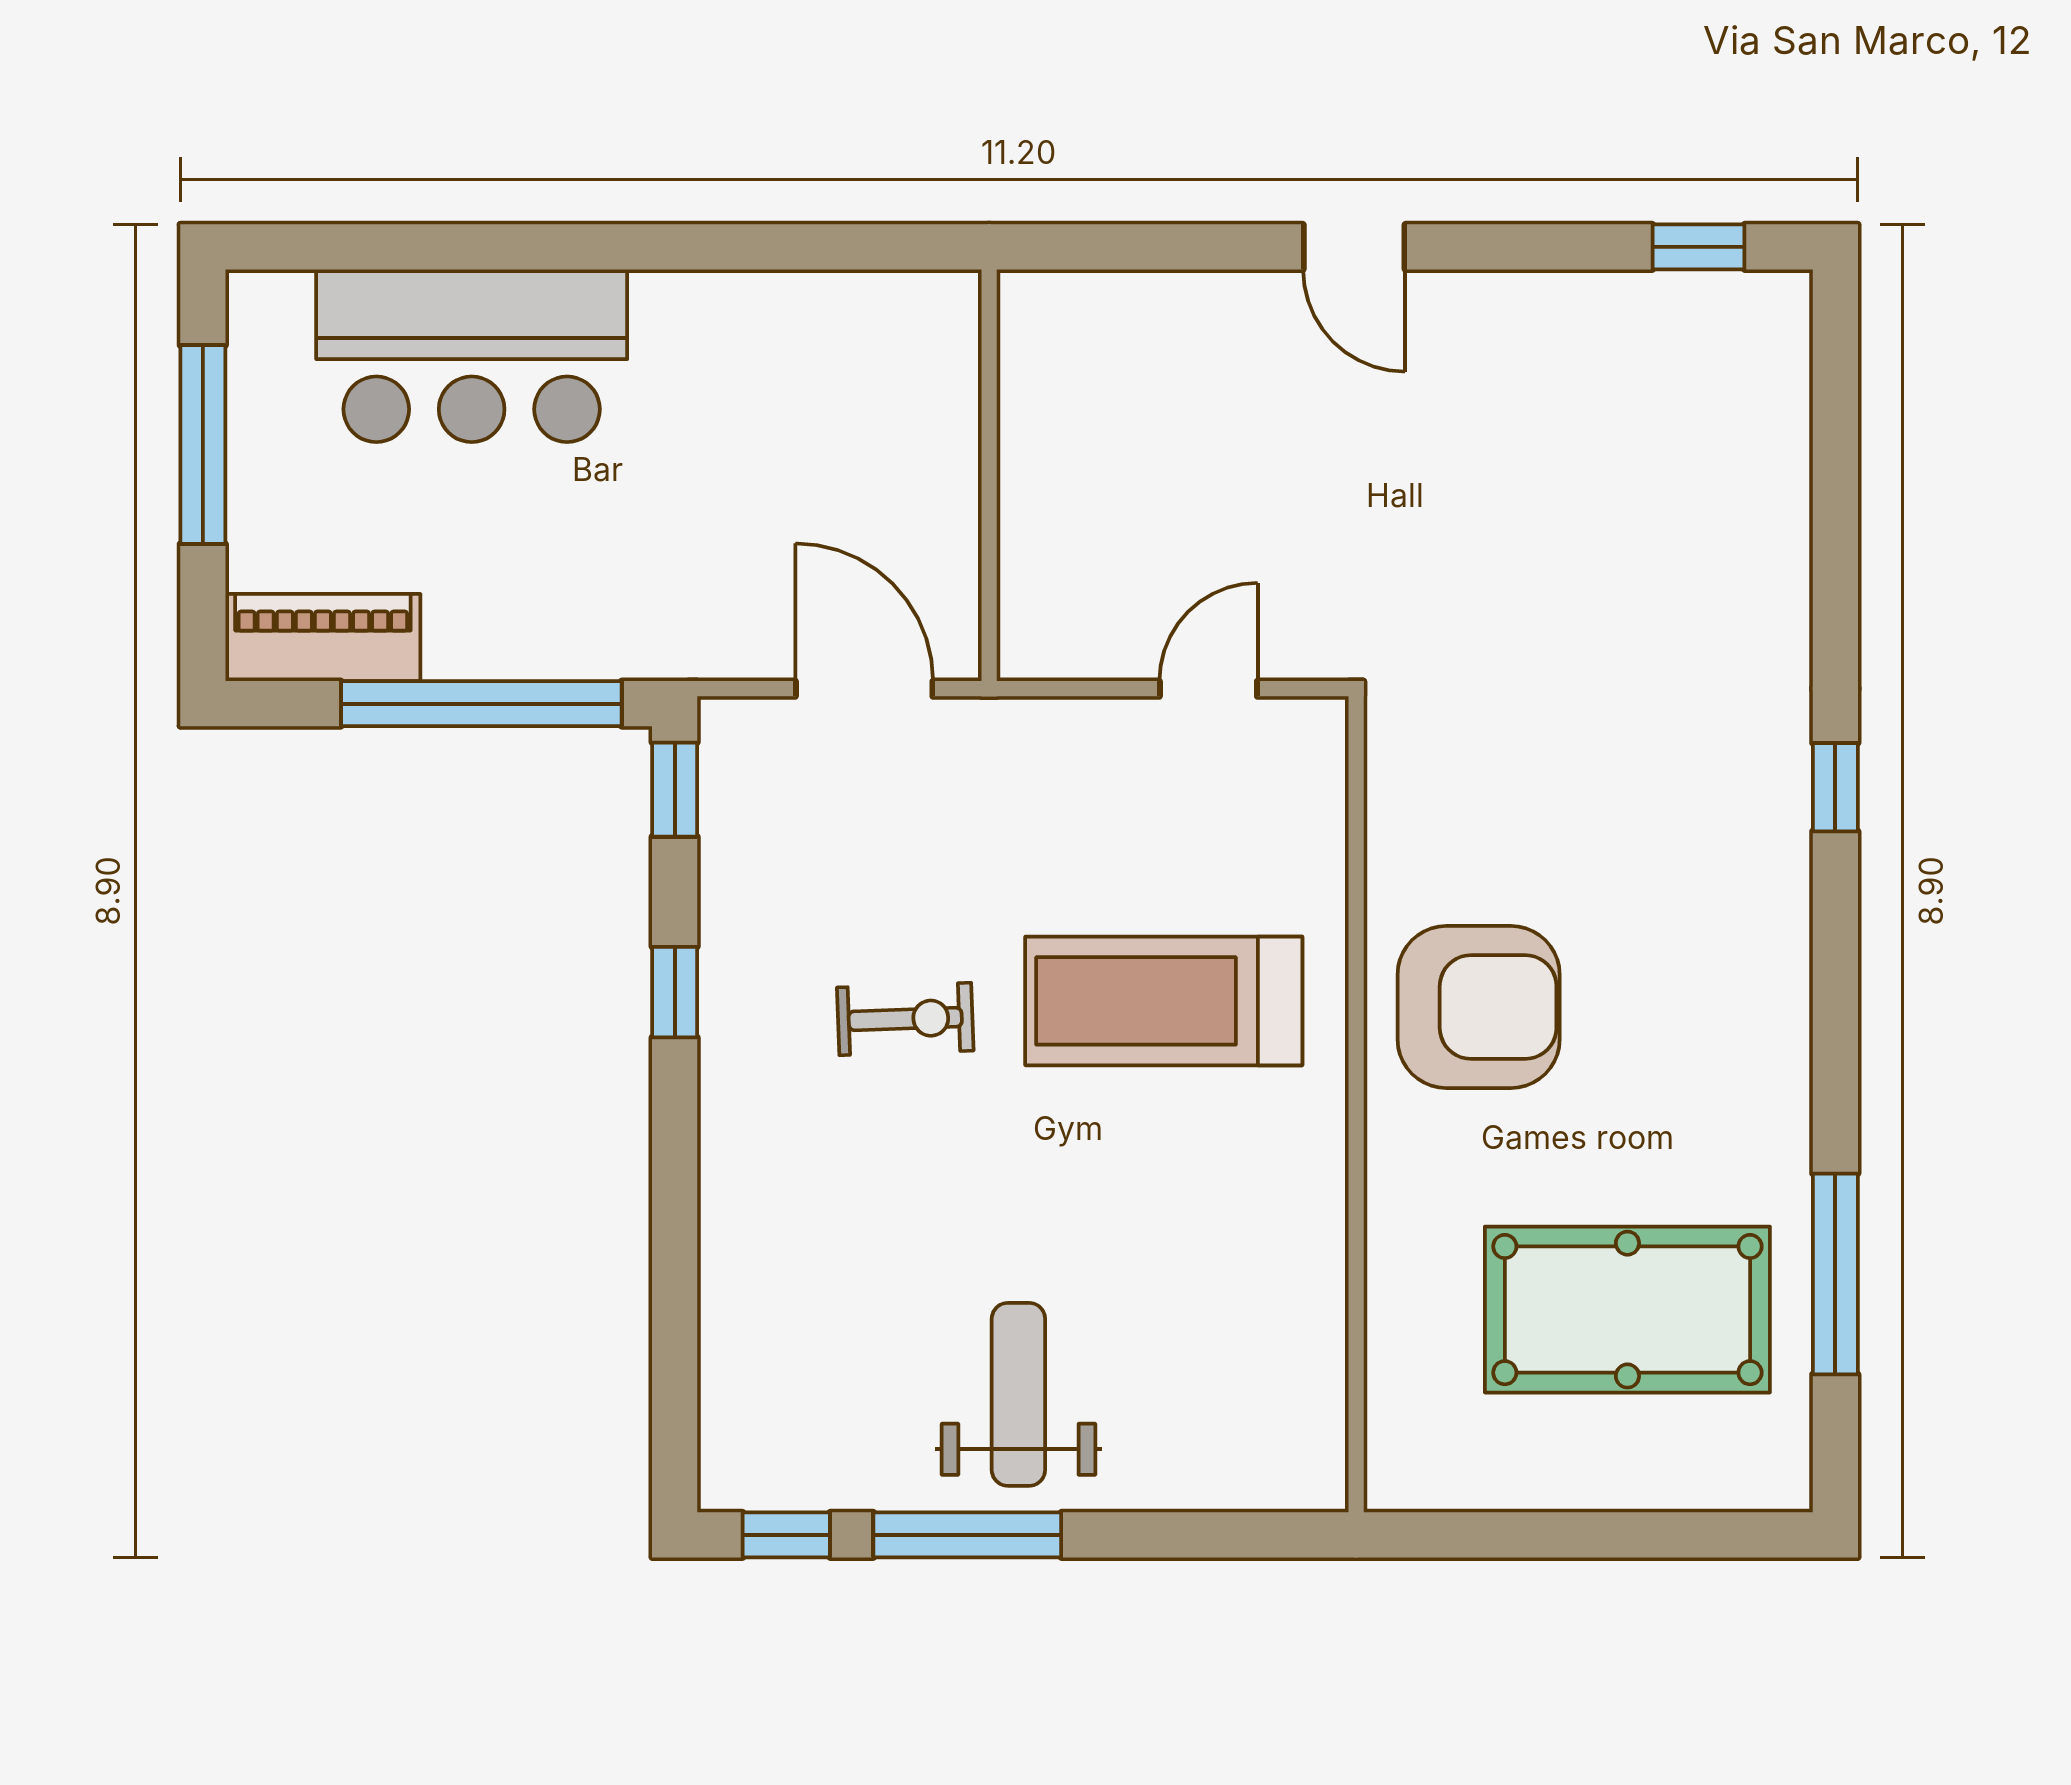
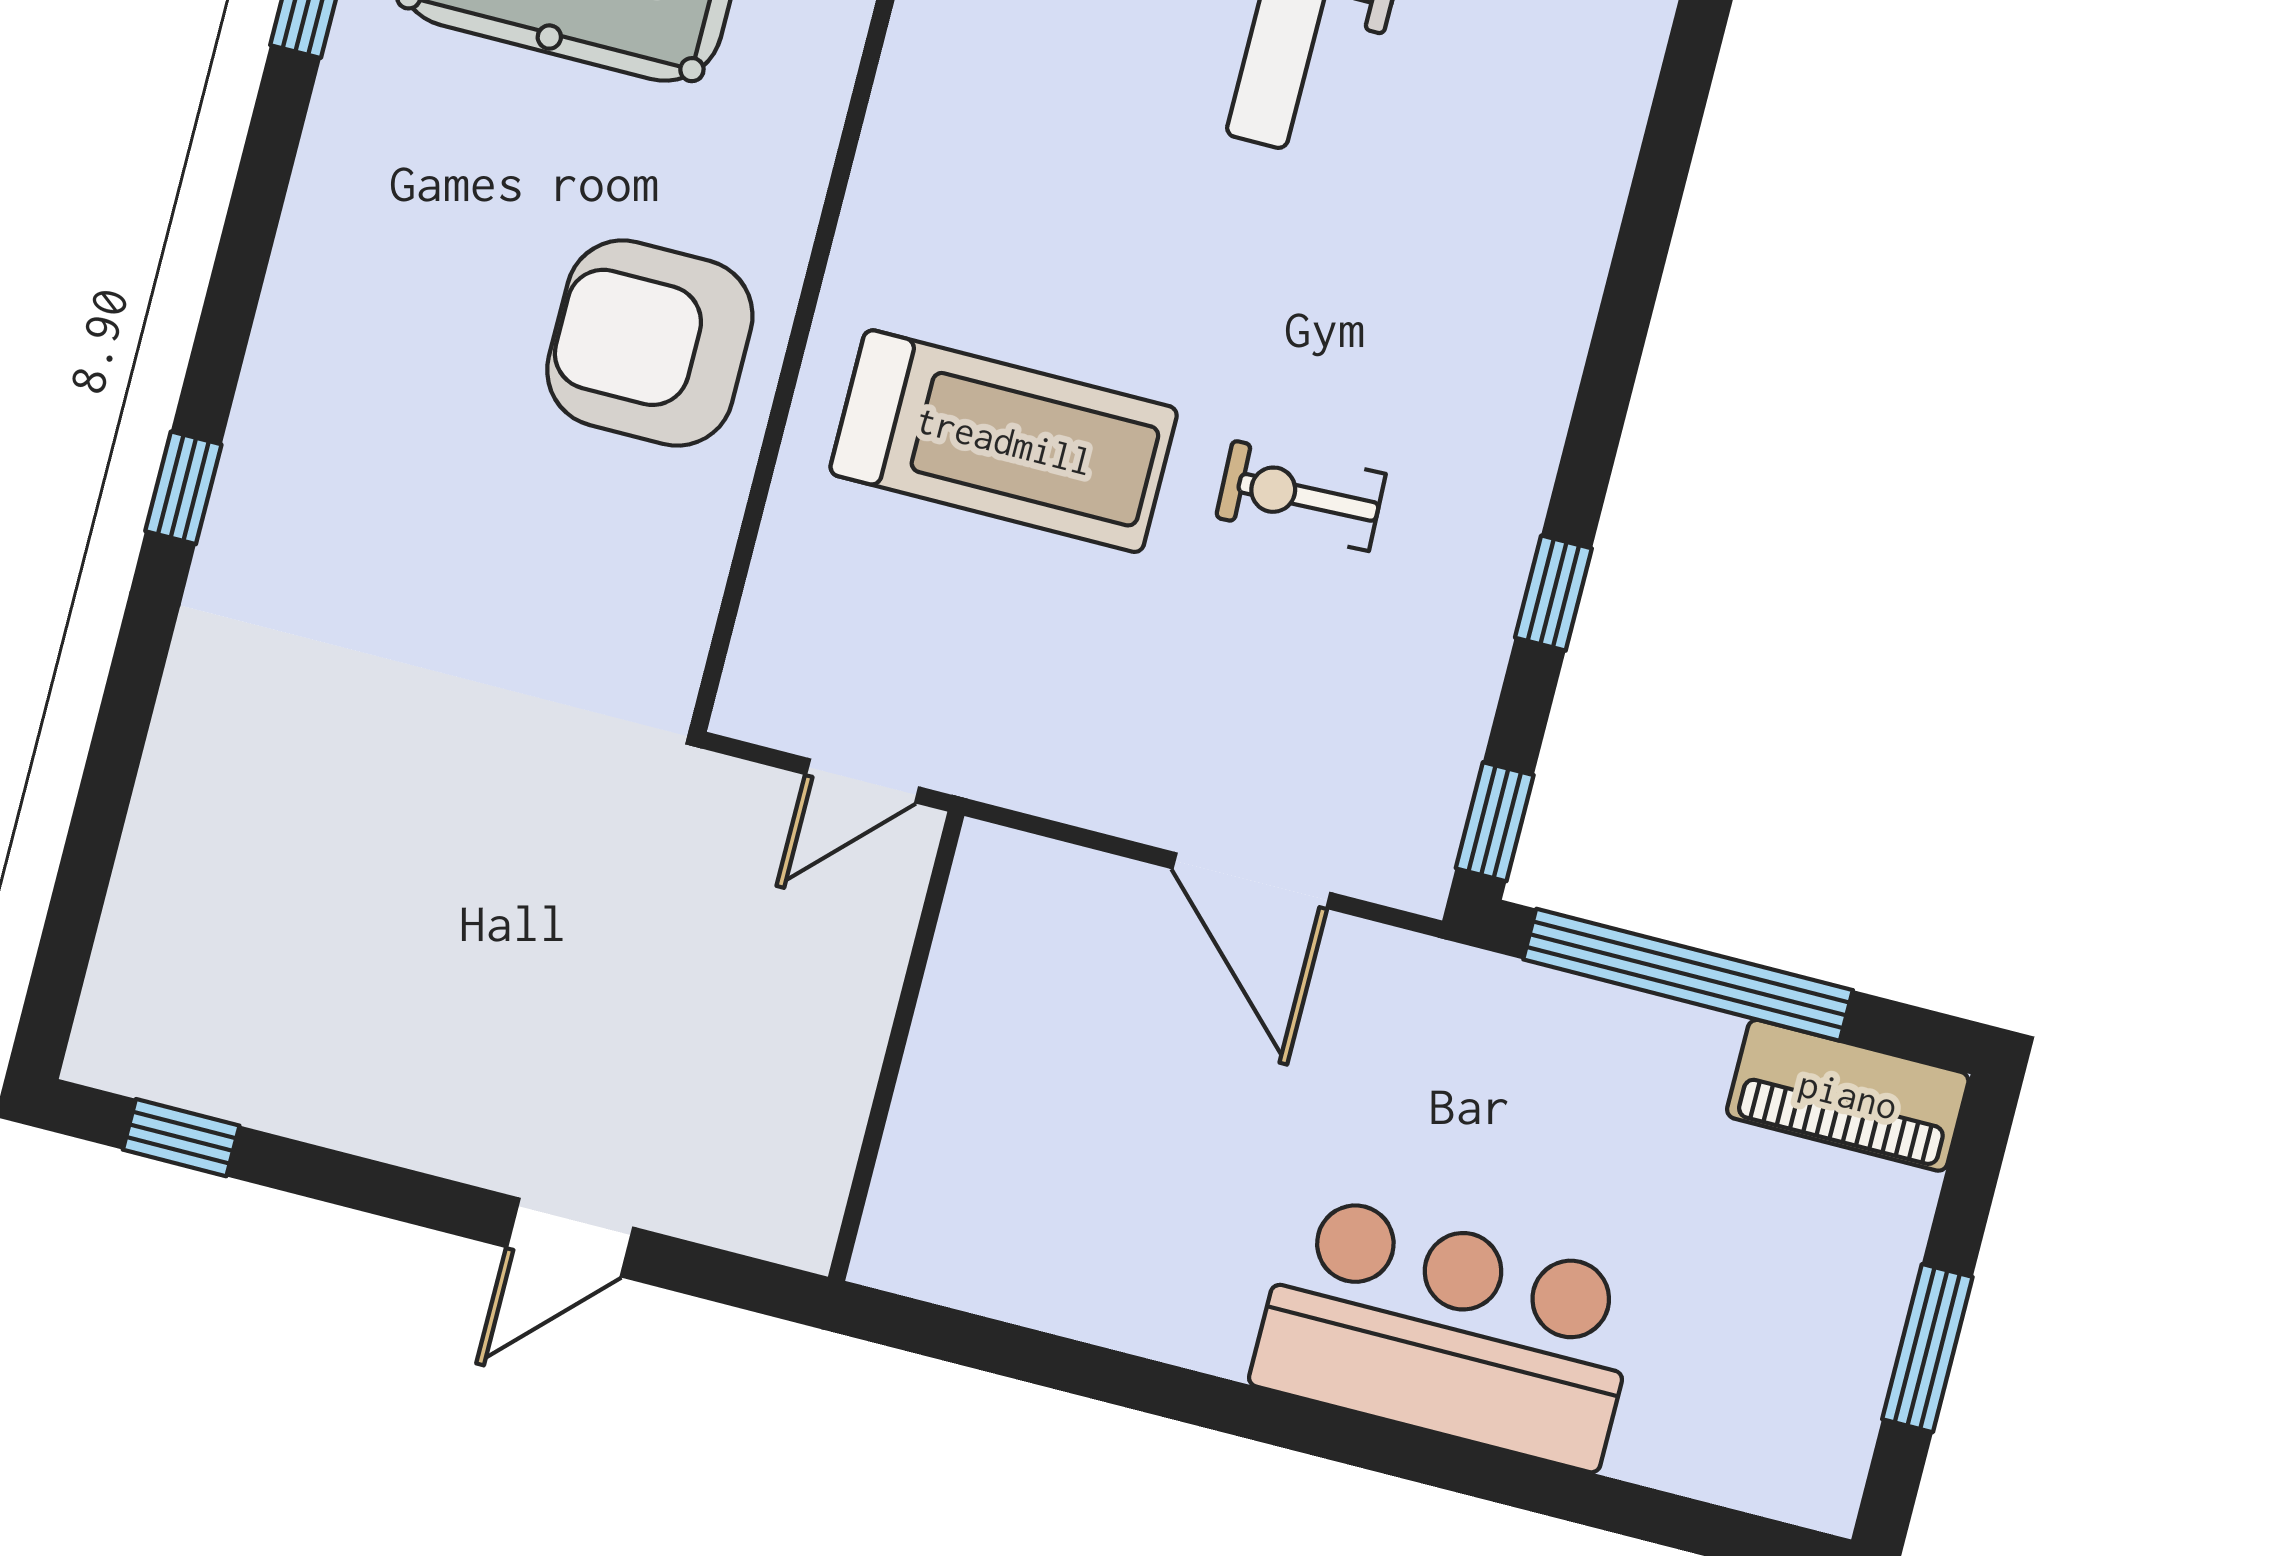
door: (1354, 247) -> (570, 1237), swing flipped
bar counter: (472, 356) -> (1448, 1332), moved
window: (203, 445) -> (1927, 1348), width x0.69
wall: (989, 475) -> (896, 1046), moved

